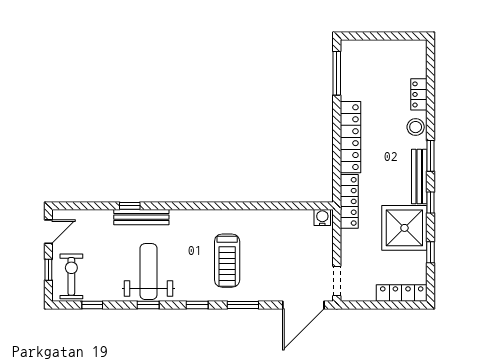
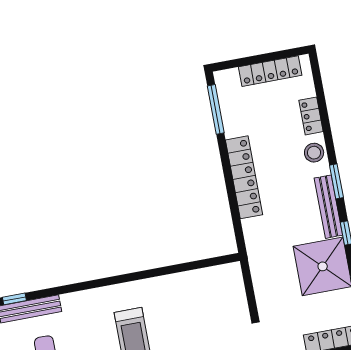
locker: (349, 201) -> (270, 71), moved, turned 90
water cooler: (322, 218) -> (230, 272), removed

